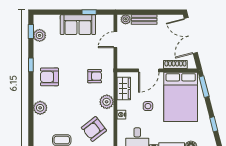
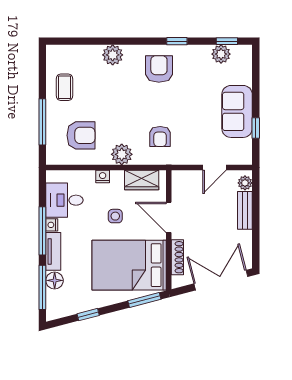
door: (115, 40) -> (214, 168), swing flipped
armchair: (94, 129) -> (81, 135), turned 128

